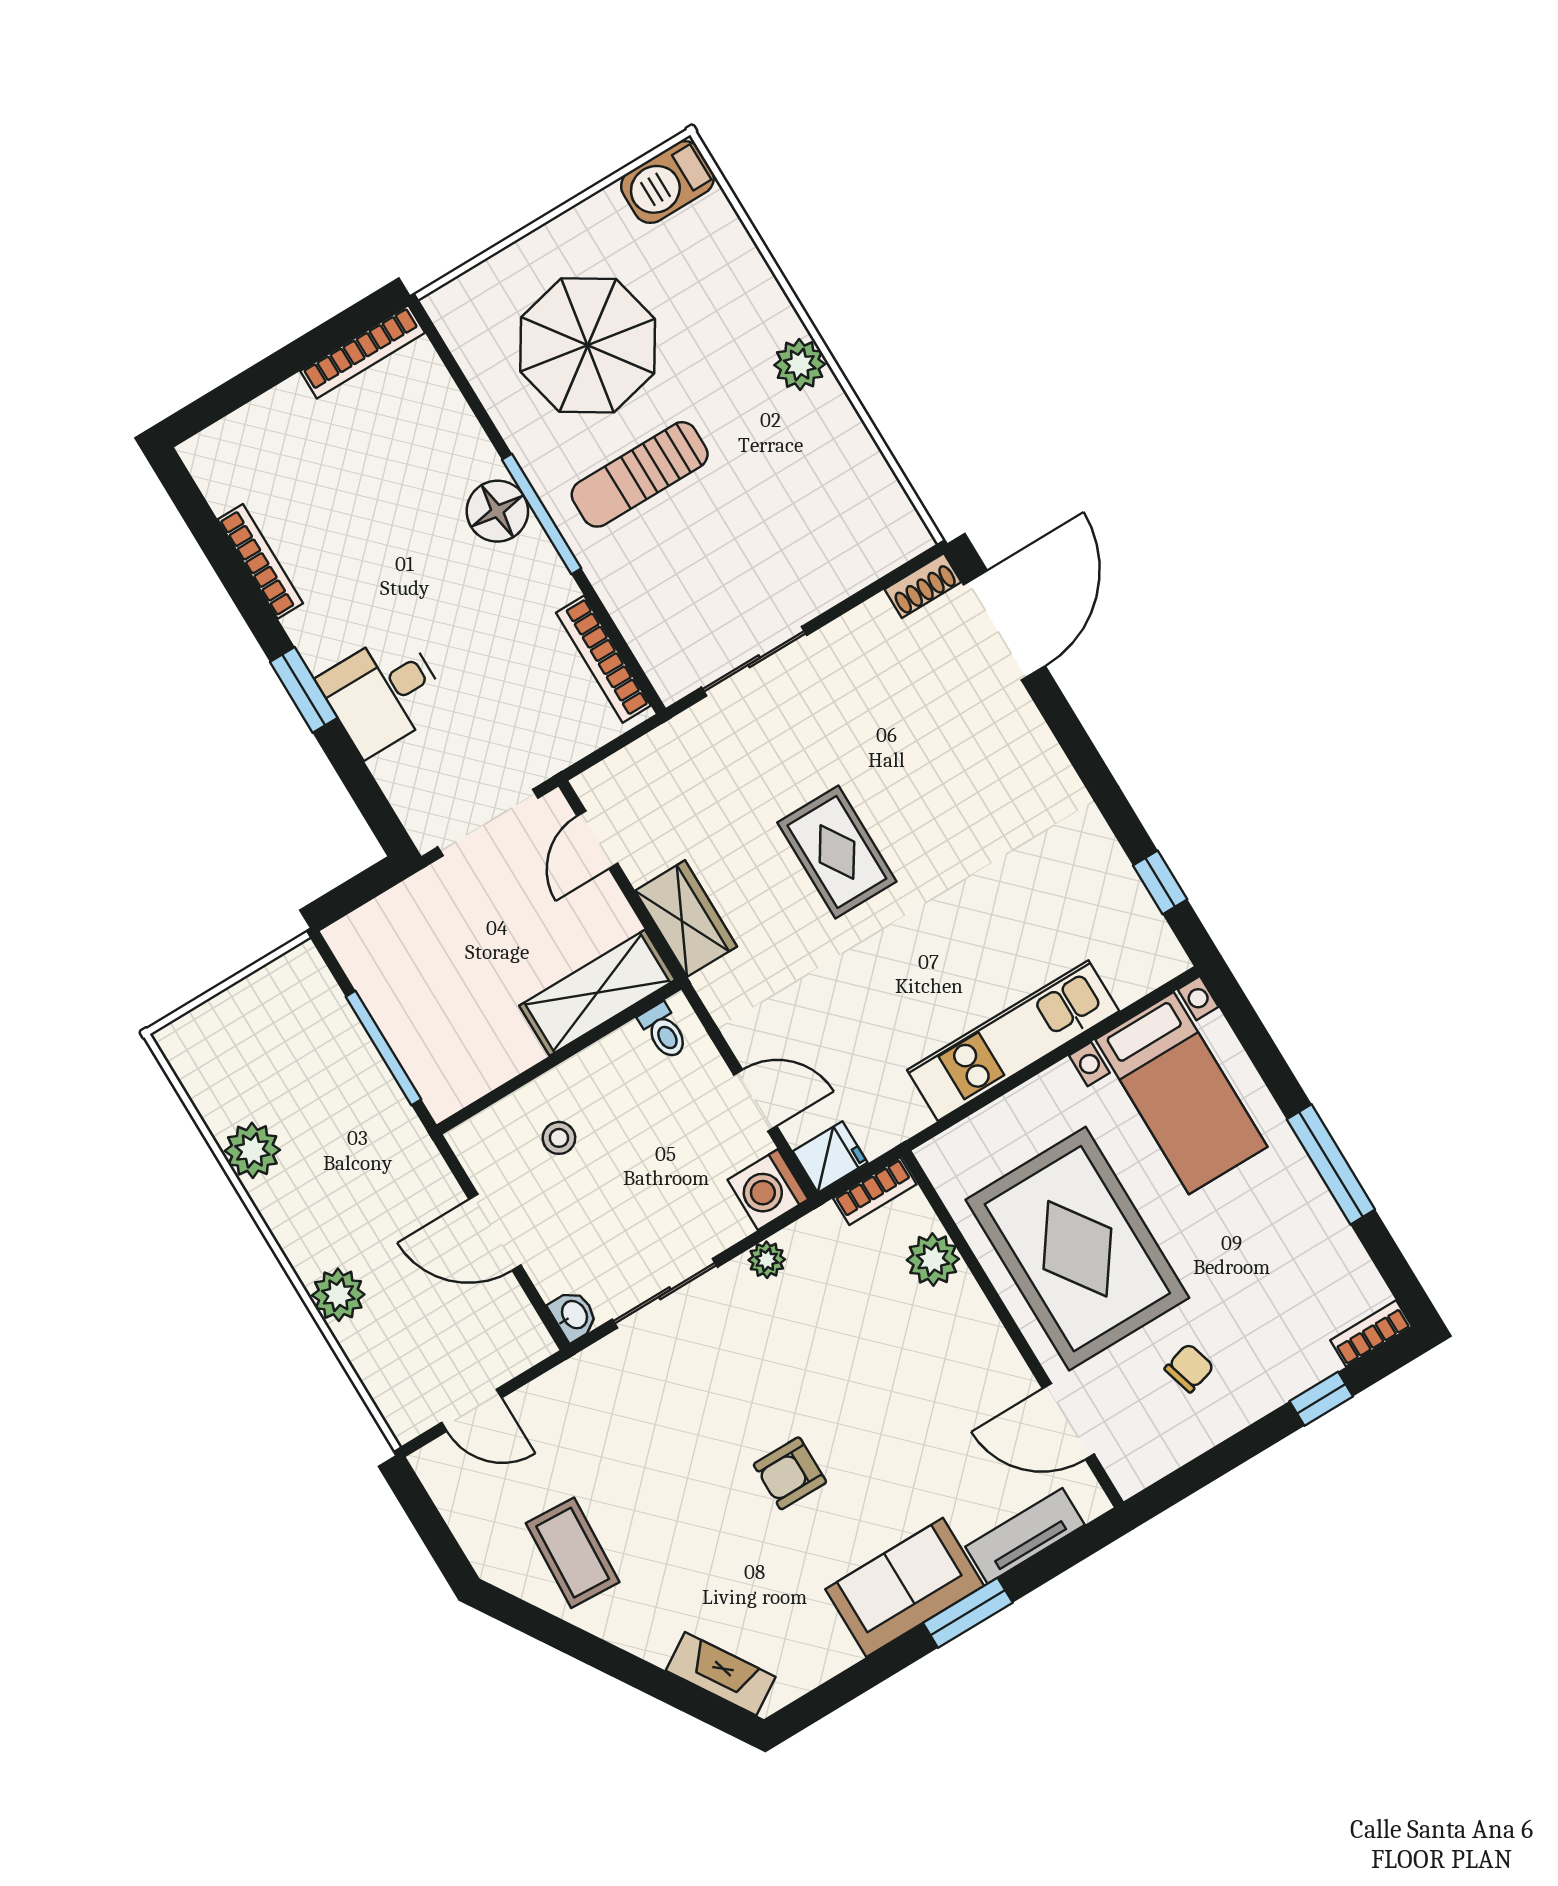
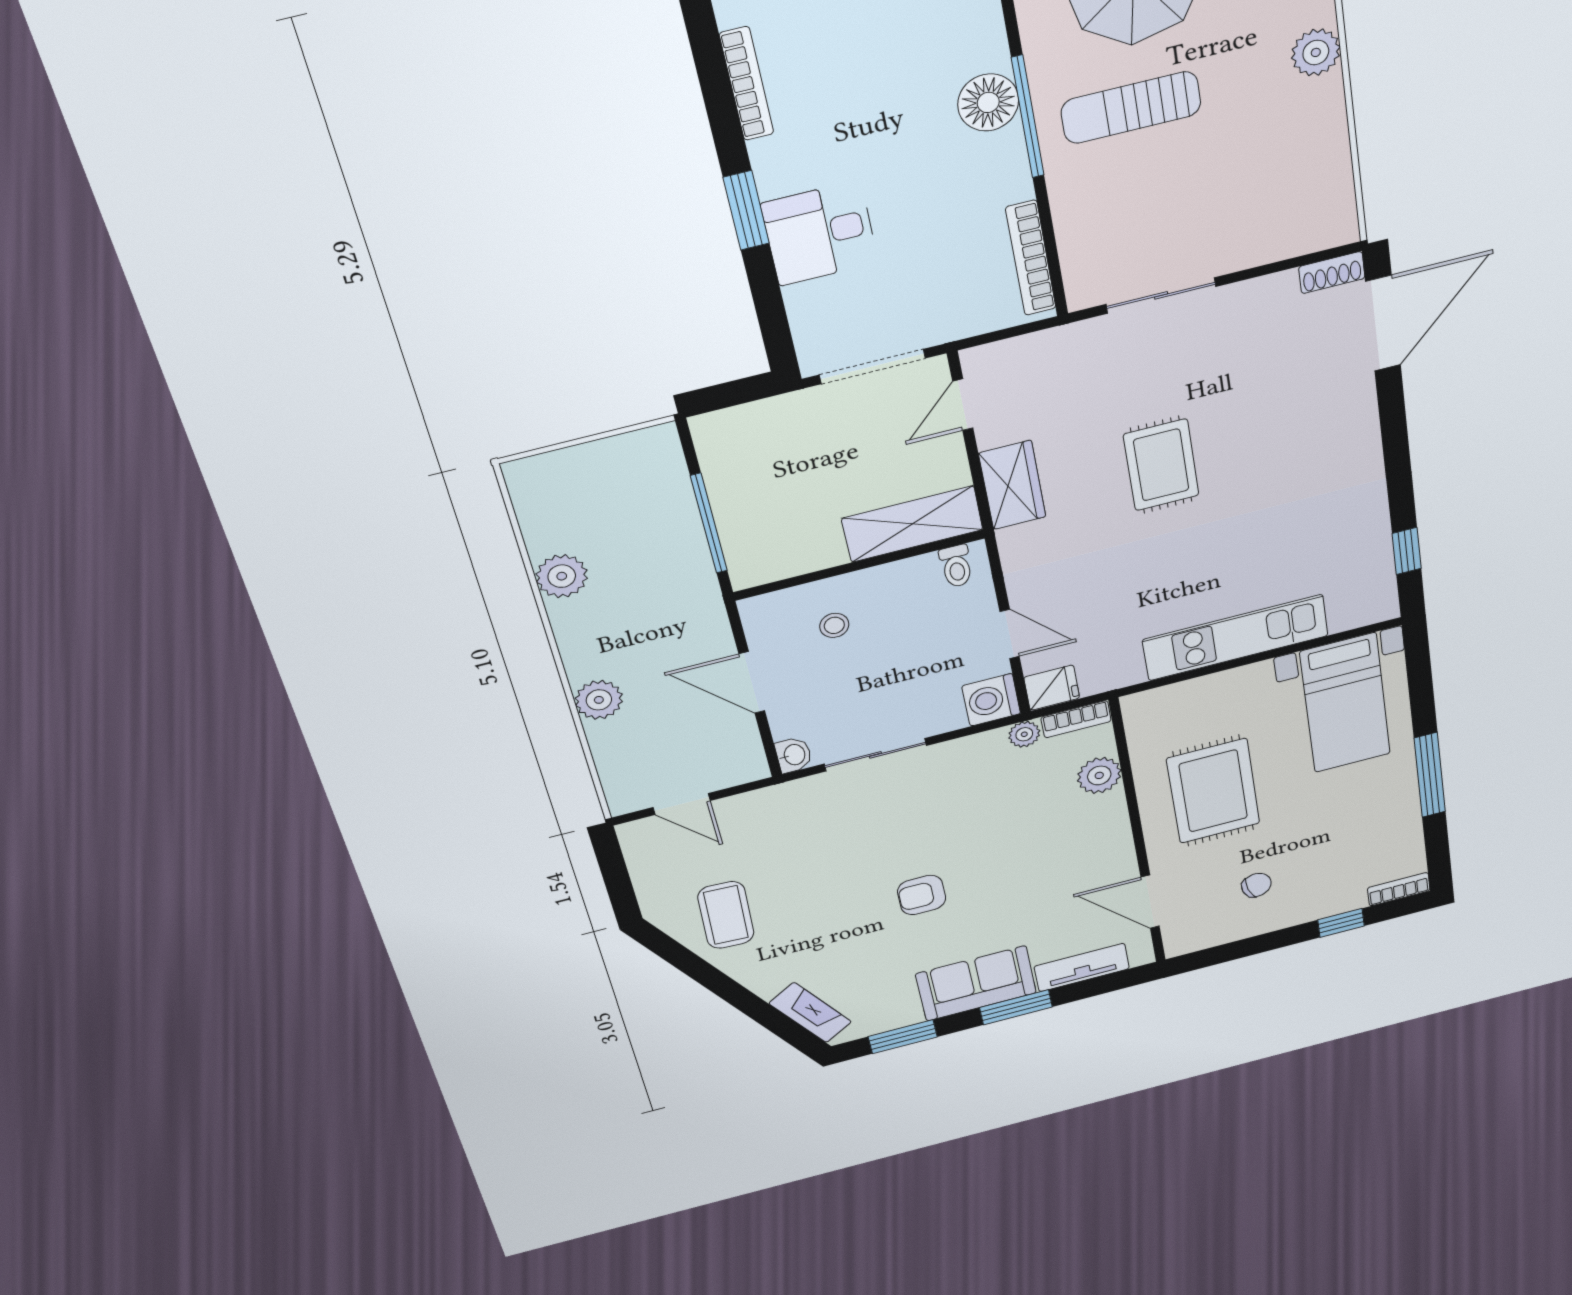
rug: (1077, 1249) -> (1213, 791), width x0.73, depth x0.69
plant: (767, 1260) -> (1024, 734), moved
window: (846, 1687) -> (903, 1037), added

